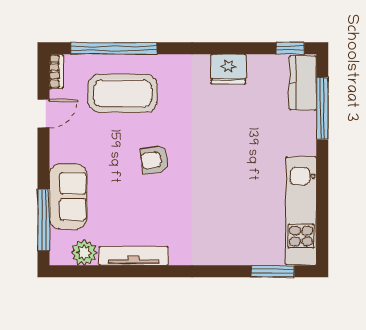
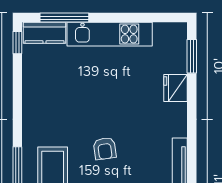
fridge: (228, 69) -> (176, 88), moved, turned 180
kitchen unit: (301, 211) -> (110, 34), moved

